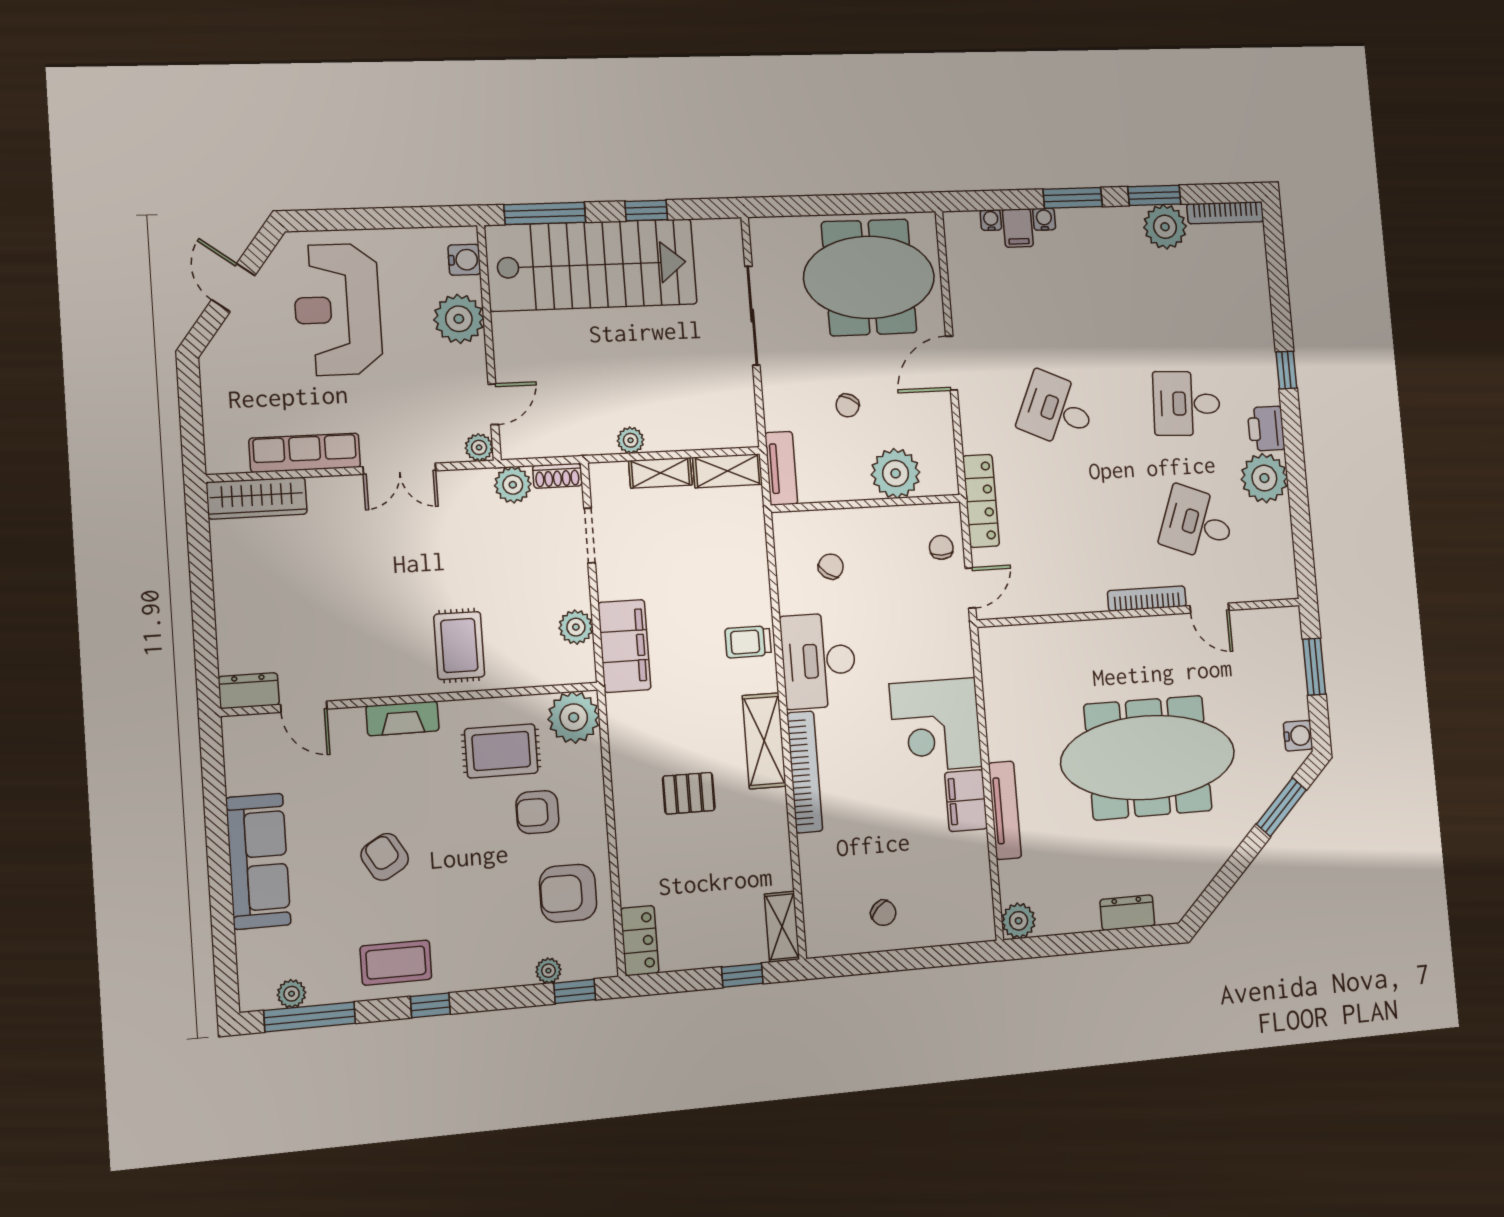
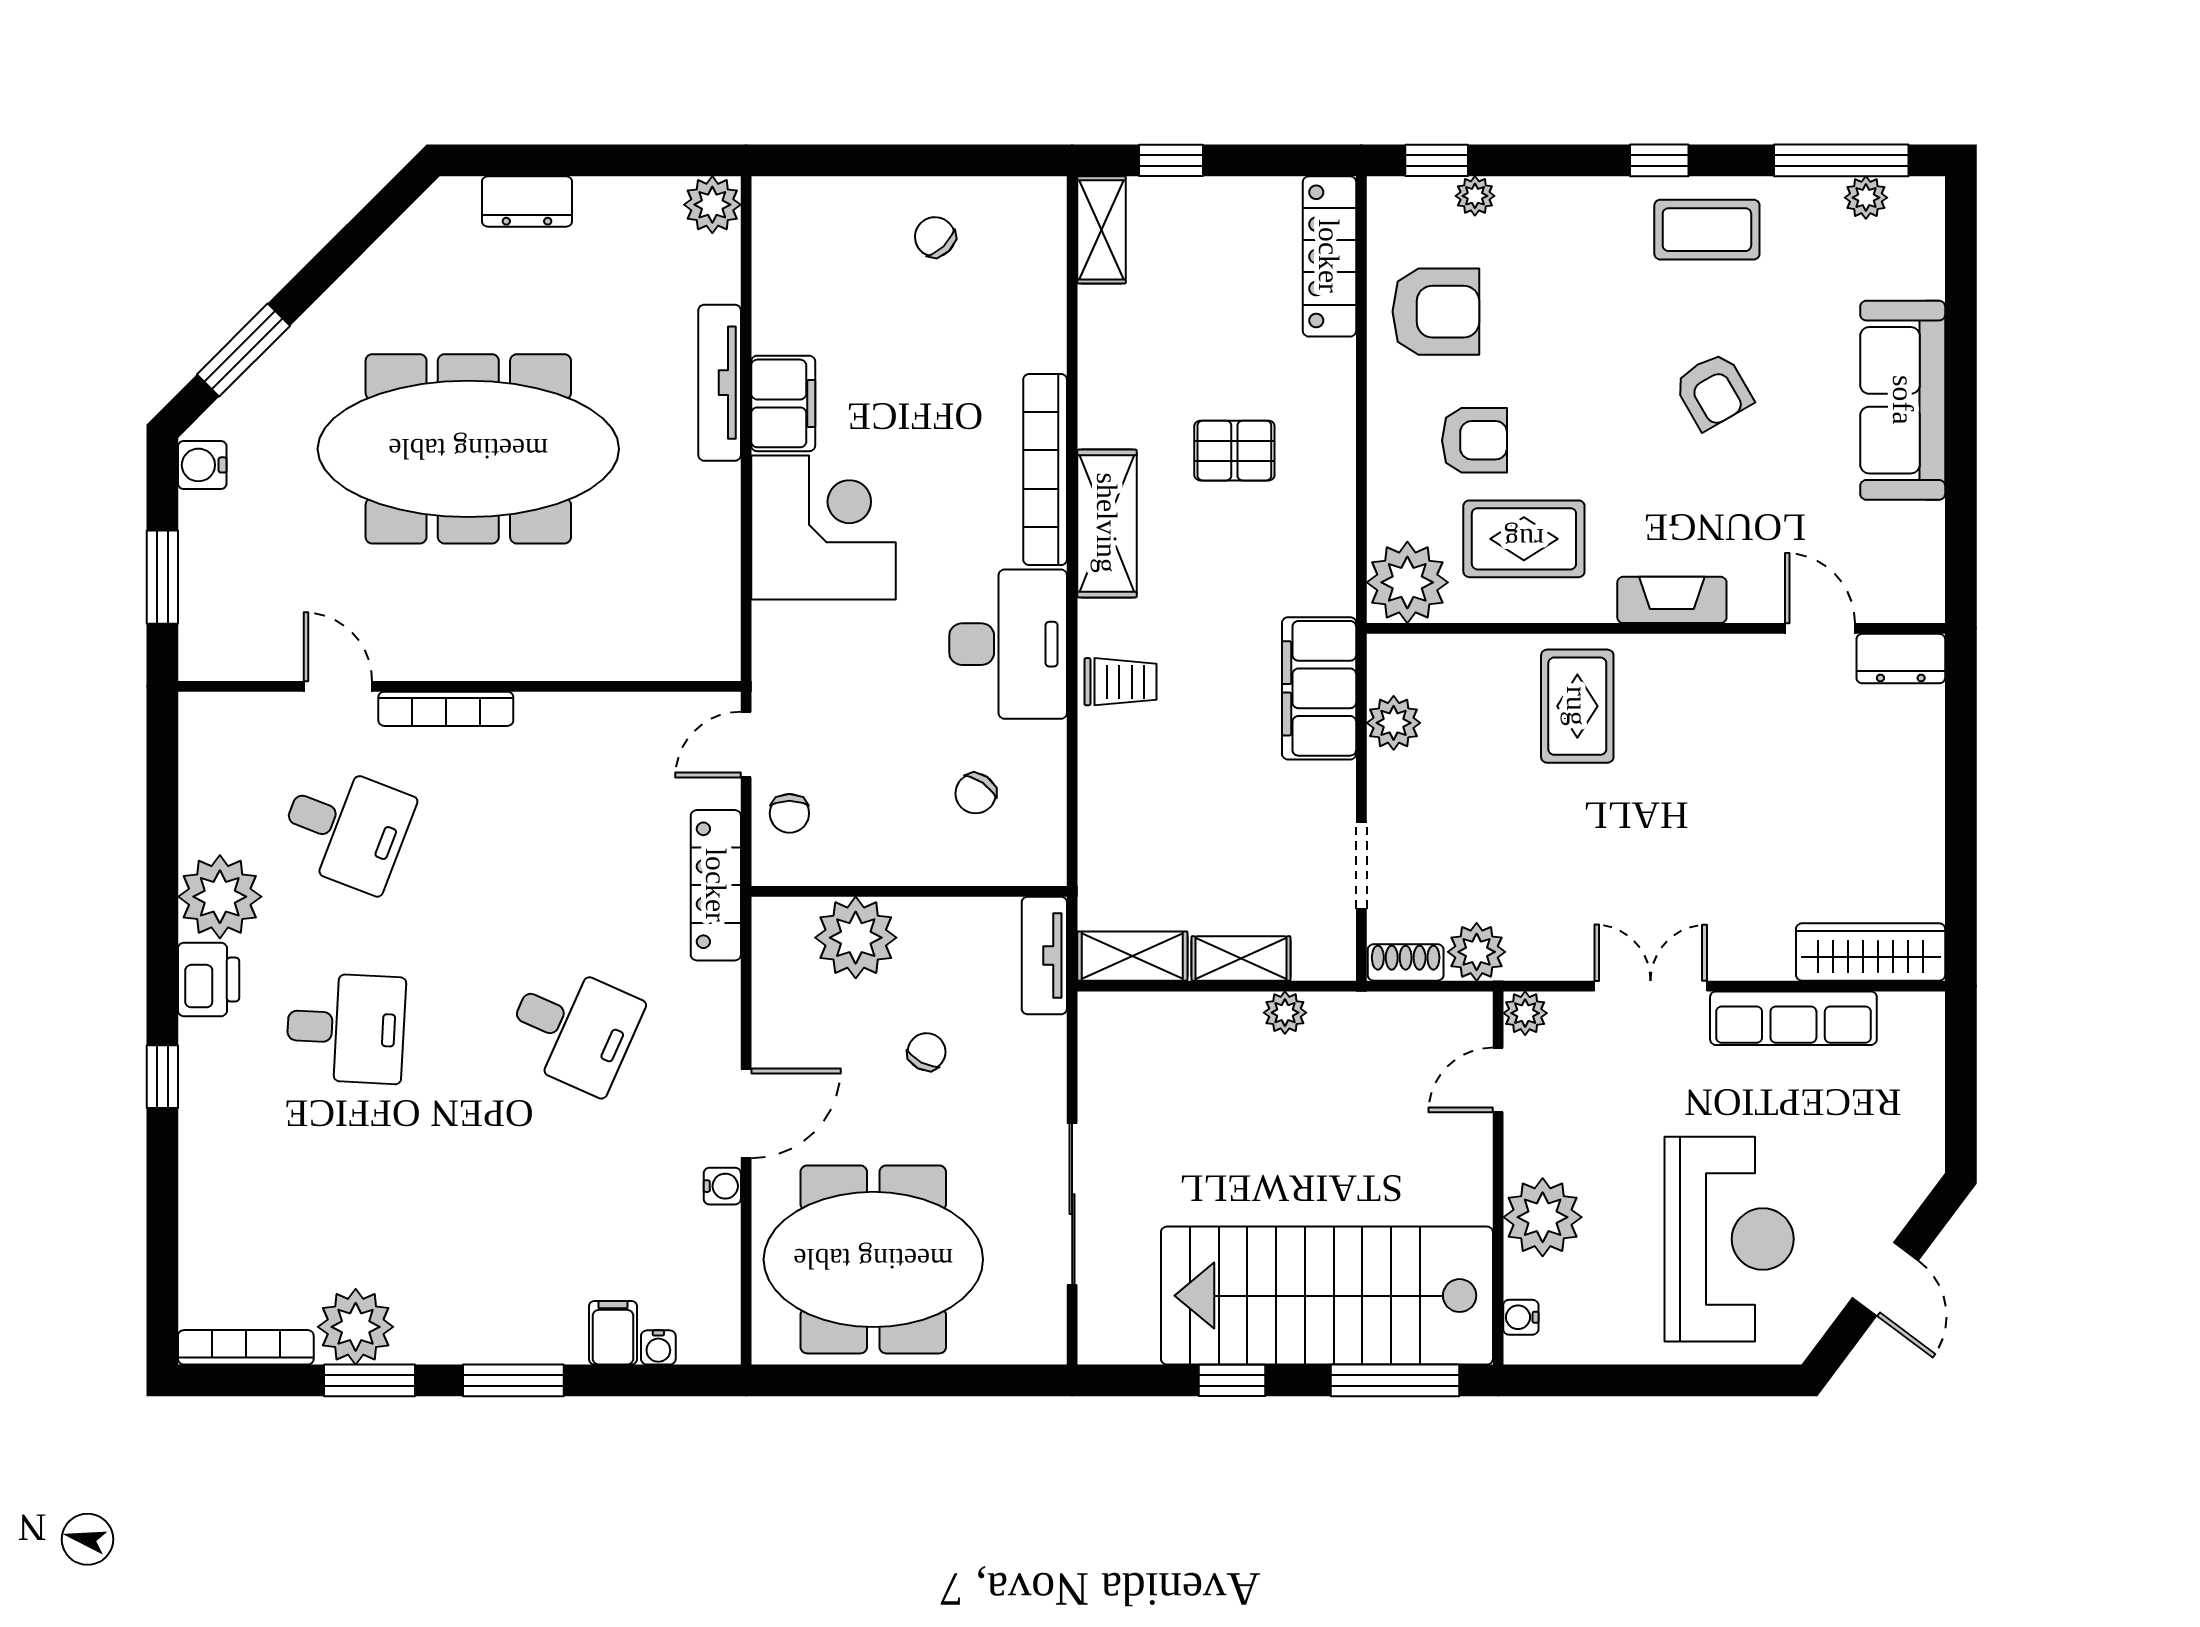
water cooler: (1044, 219) -> (722, 1186), moved, turned -90
water cooler: (464, 260) -> (1521, 1317), width x0.72, depth x0.72
locker: (640, 941) -> (1329, 256), width x1.53

